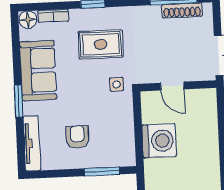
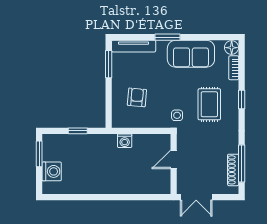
armchair: (77, 137) -> (137, 97), moved, turned -85
washing machine: (159, 141) -> (125, 141), width x0.53, depth x0.53
window: (102, 171) -> (109, 64), moved

